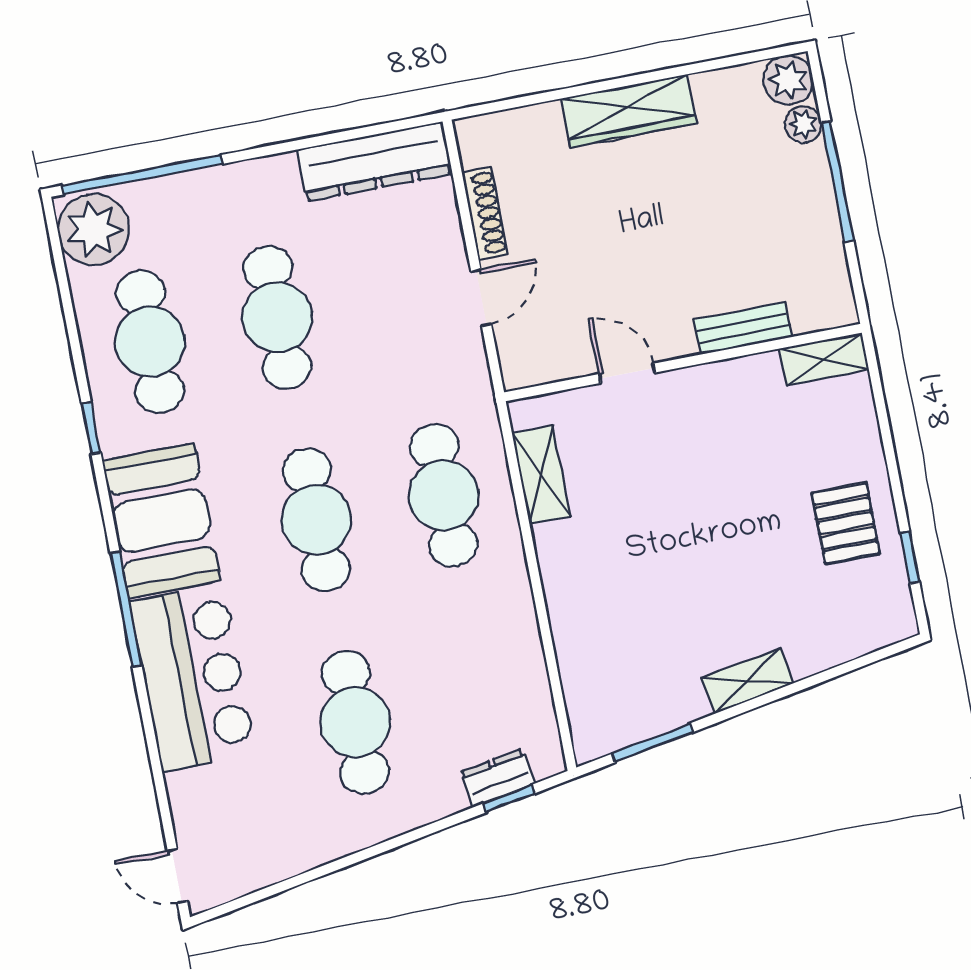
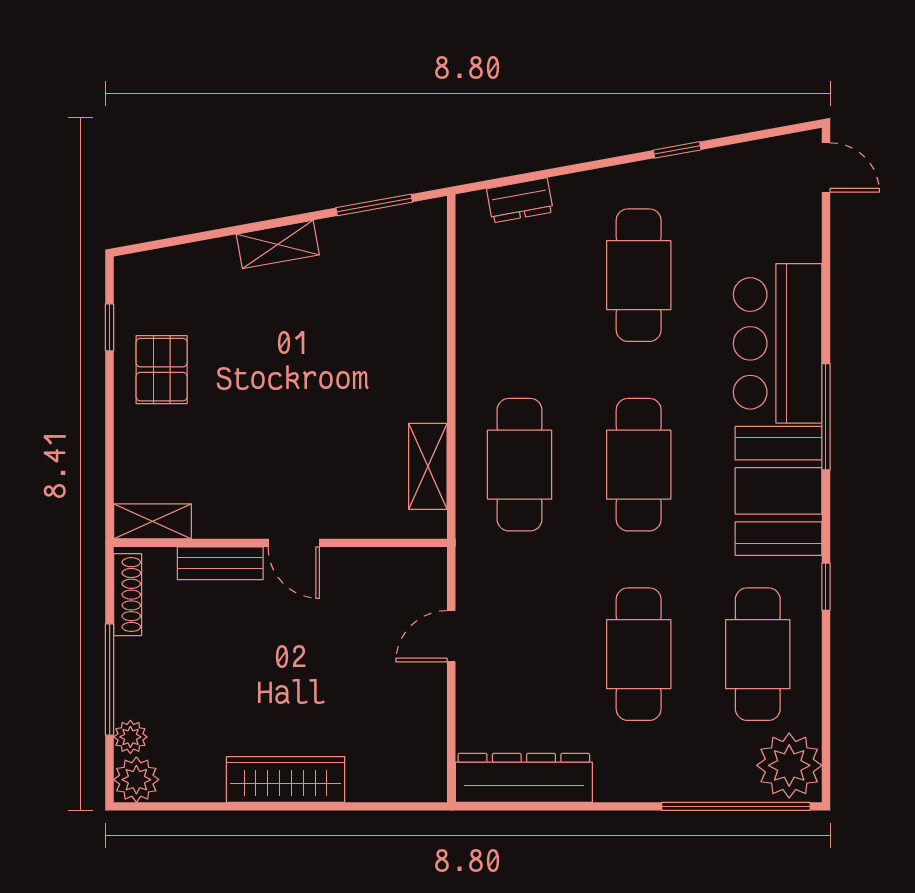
shoe rack: (485, 213) -> (128, 595), moved, turned 180
door: (627, 373) -> (294, 543), moved
window: (509, 799) -> (677, 150), moved

